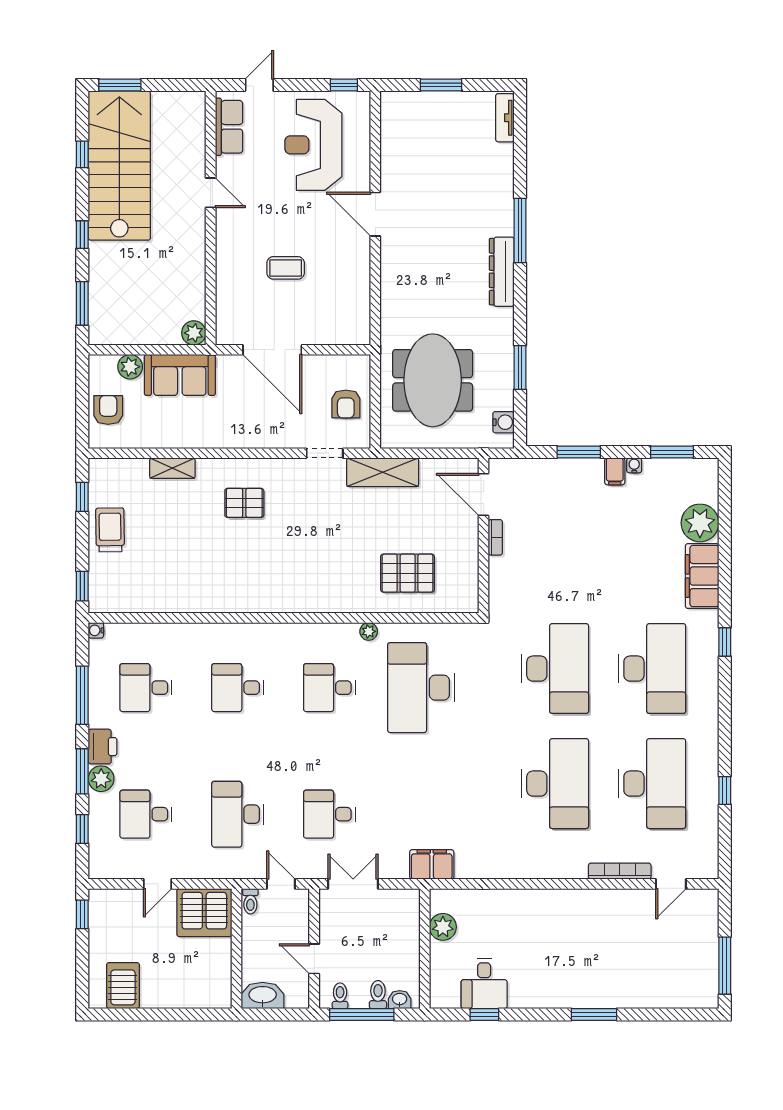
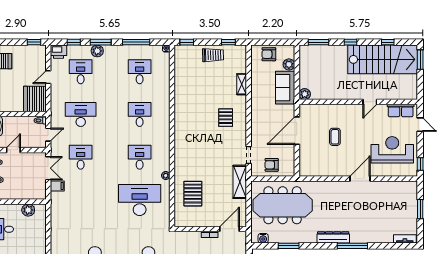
meeting table: (433, 380) -> (283, 205), width x1.36
armchair: (108, 410) -> (269, 54), turned 180
printer: (103, 747) -> (59, 52), moved
filing cabinet: (432, 864) -> (57, 186), moved, width x0.50
door: (157, 884) -> (48, 77), hinge flipped

